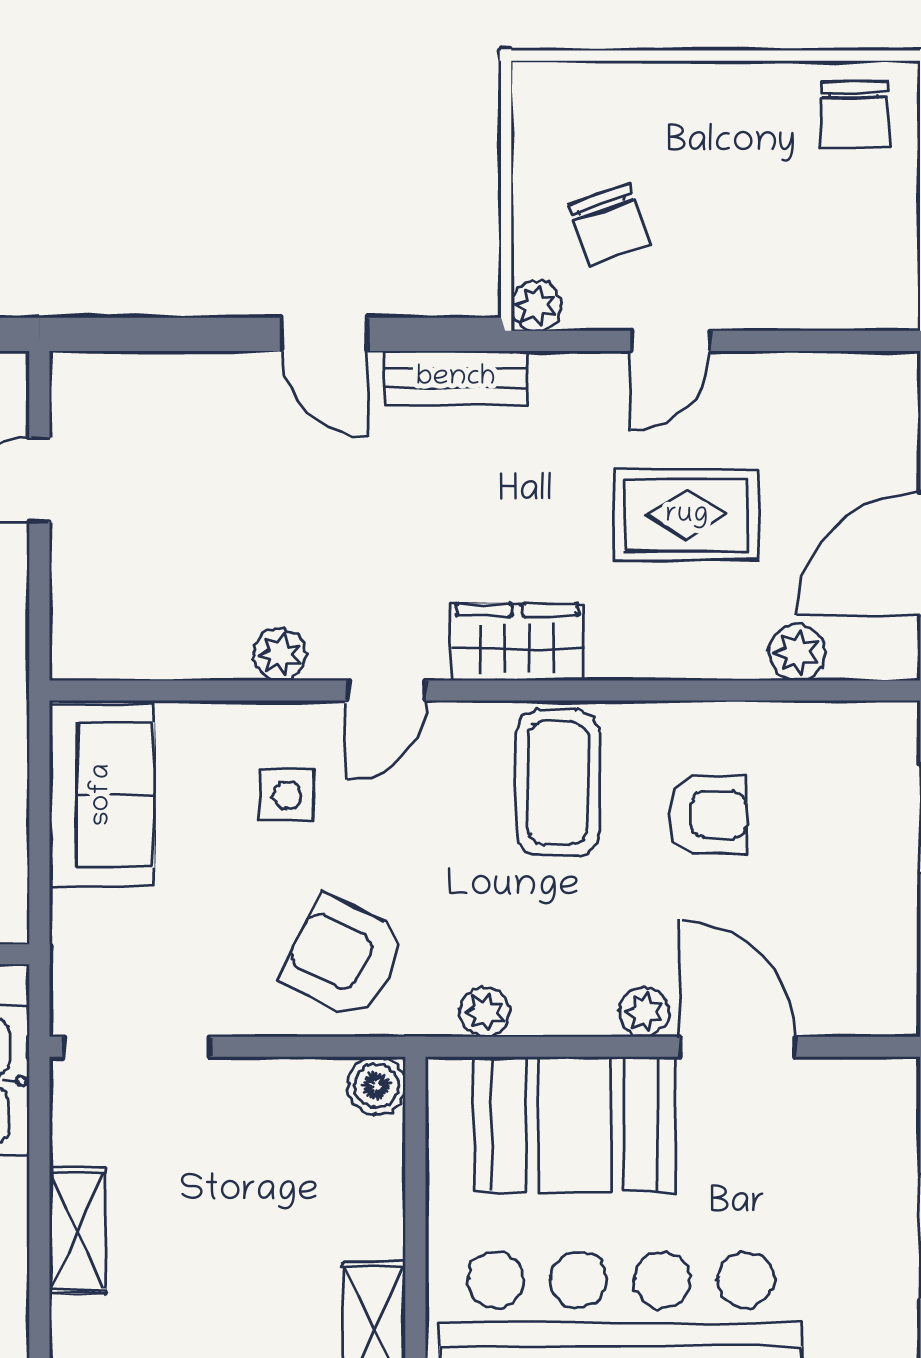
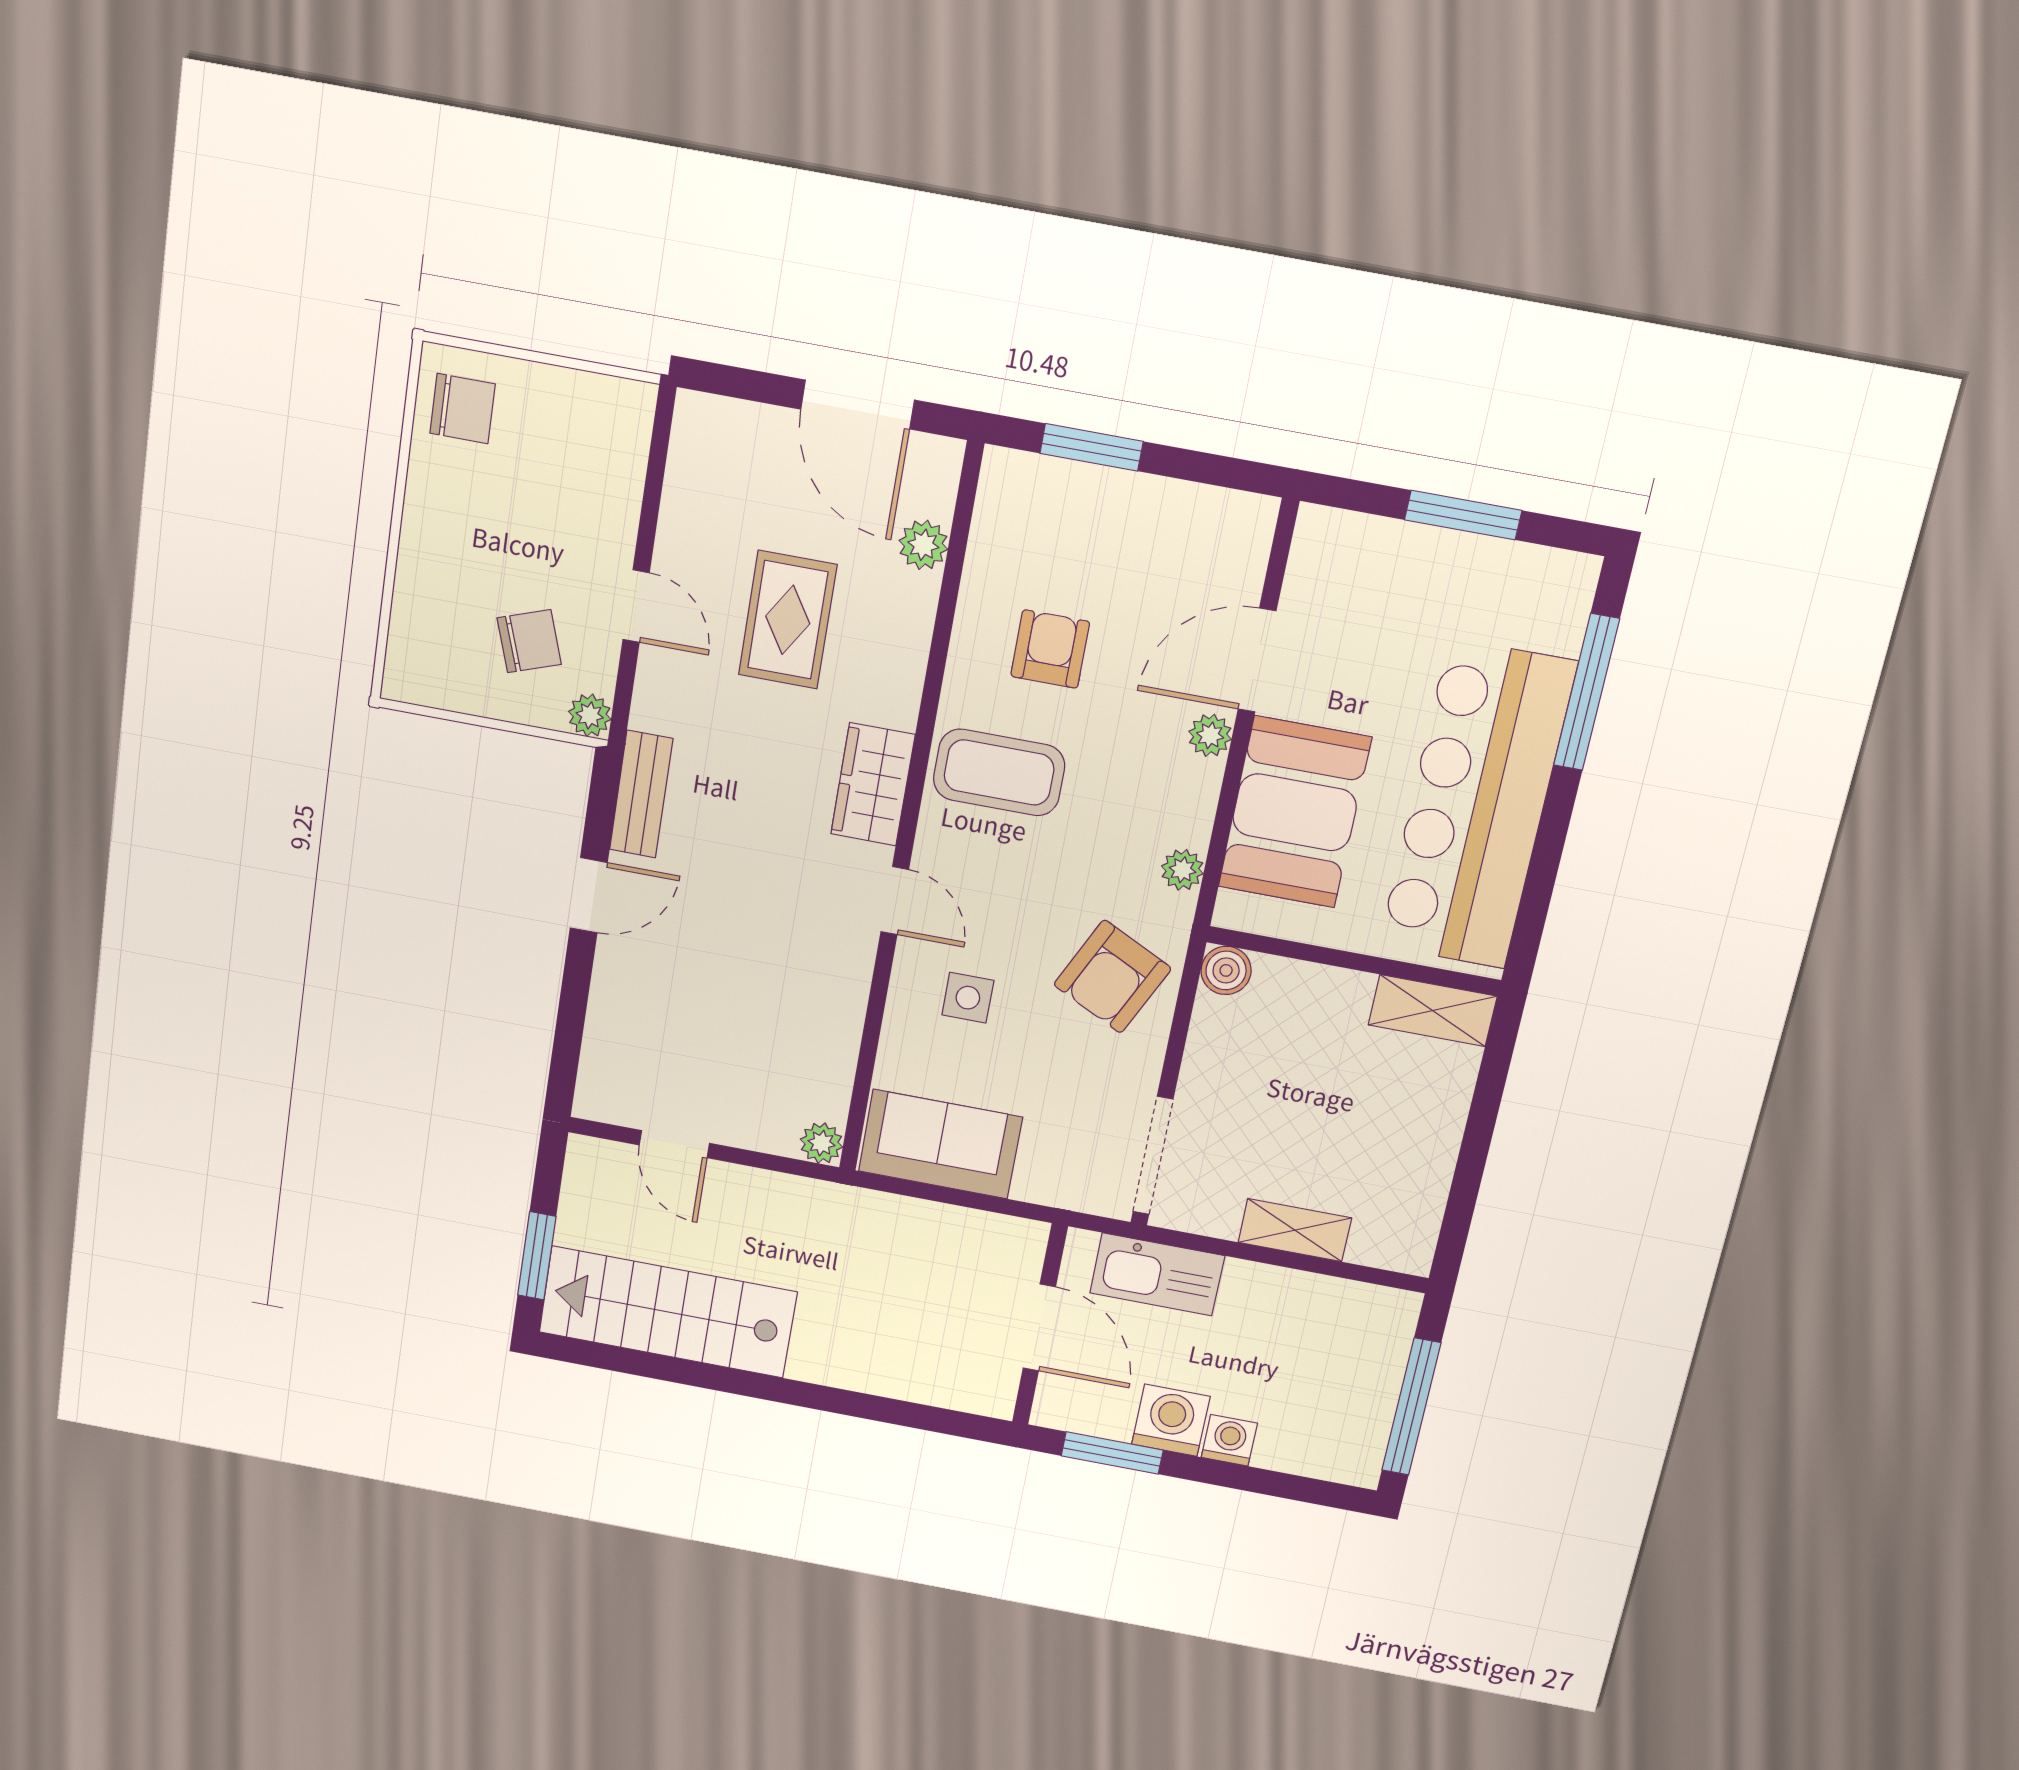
plant: (280, 654) -> (822, 1143), moved

